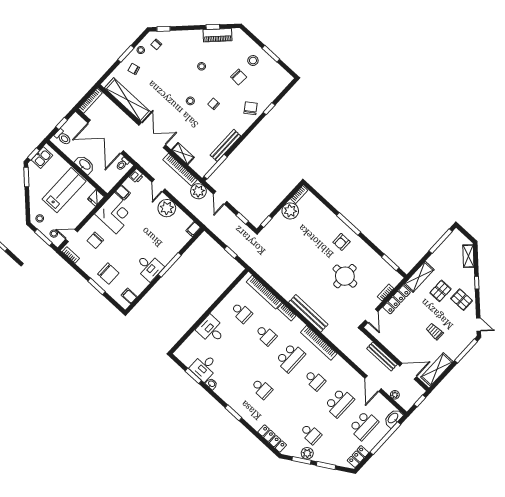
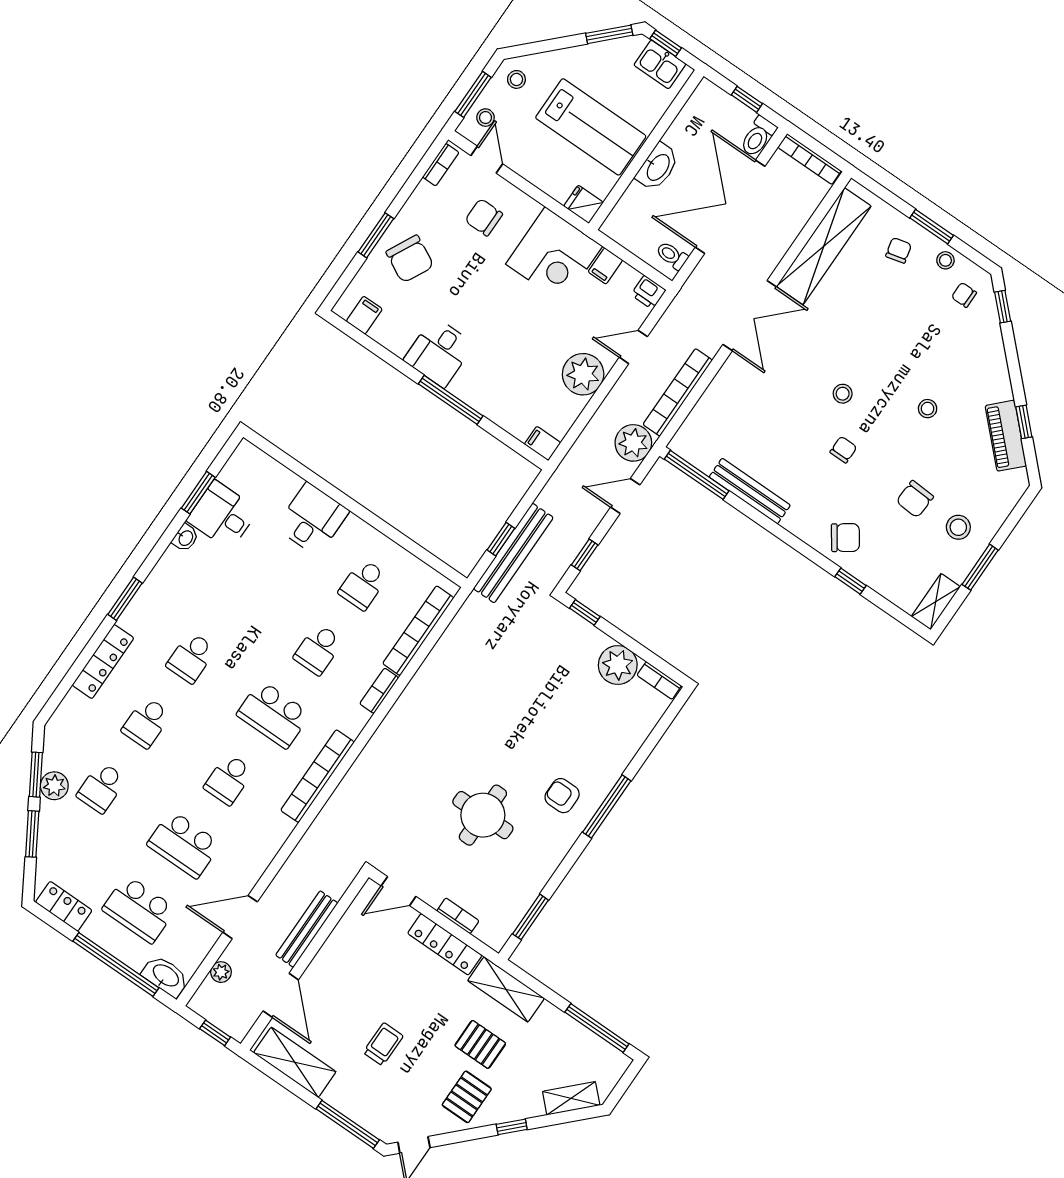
toilet: (63, 137) -> (758, 137), moved
shelving: (183, 154) -> (936, 602), moved
chair: (108, 274) -> (410, 259), turned -63
bench: (308, 313) -> (513, 553), moved
school desk: (286, 411) -> (146, 722), added
locker: (272, 438) -> (103, 662), moved

